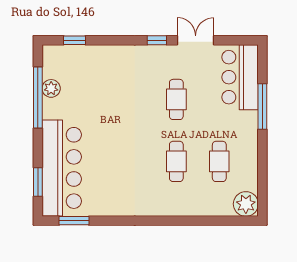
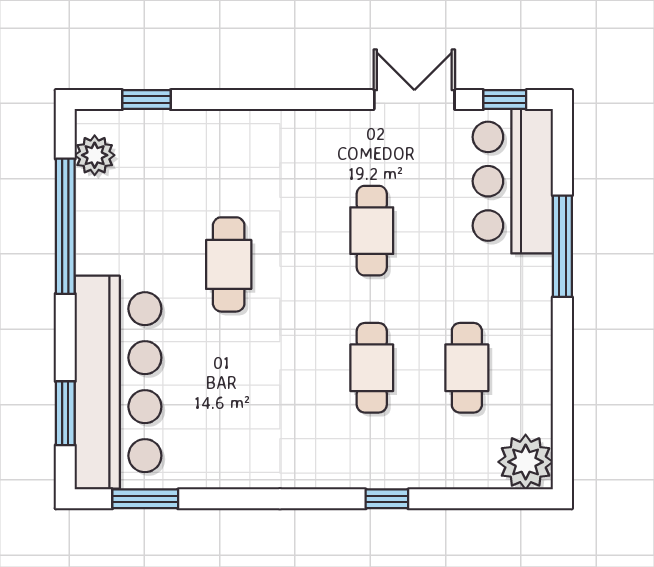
window: (157, 40) -> (505, 100), moved
plant: (51, 88) -> (95, 155), moved
cafe table: (112, 115) -> (229, 264), added
window: (183, 221) -> (387, 499), added

